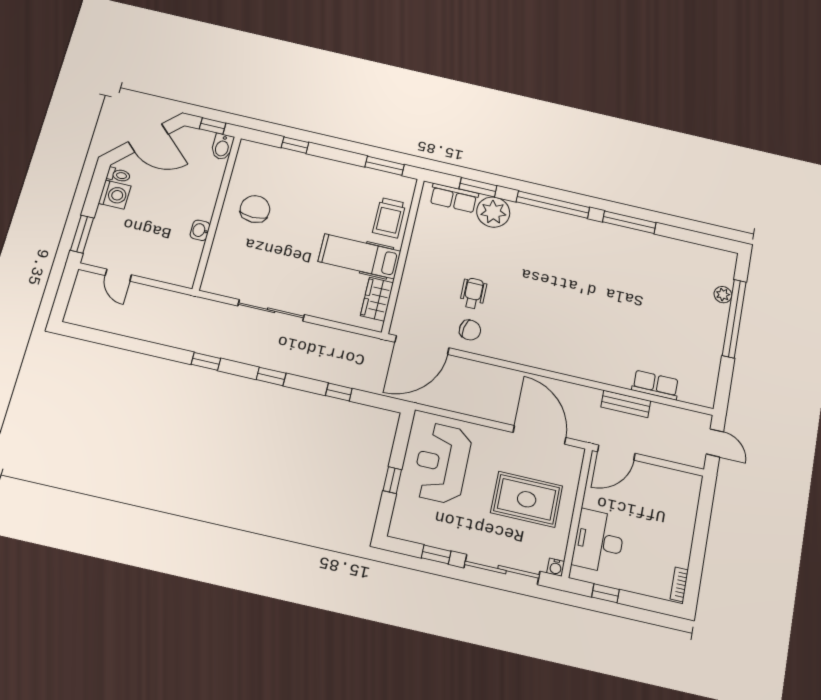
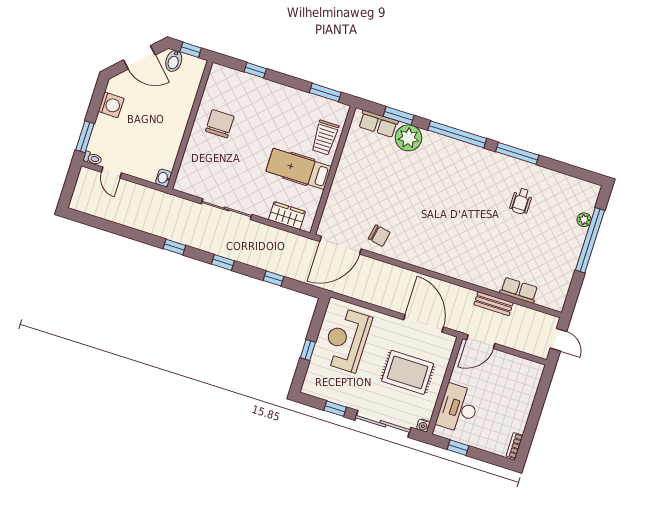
bidet: (222, 147) -> (174, 61), moved
toilet: (118, 175) -> (92, 158), moved
washbasin: (200, 230) -> (164, 178), moved
wheelchair: (473, 293) -> (521, 201), moved, turned 180
wardrobe: (377, 299) -> (287, 216), moved, turned 90

